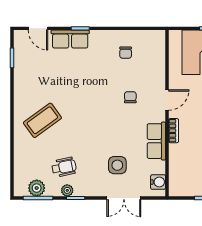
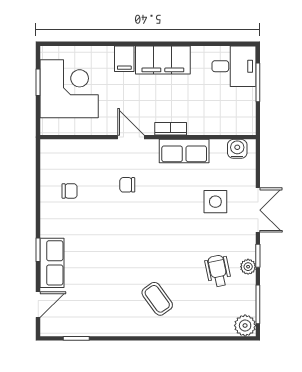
coffee table: (42, 120) -> (157, 299), width x0.73, depth x0.77
plant: (37, 188) -> (245, 325), moved
double door: (124, 198) -> (258, 210), moved

